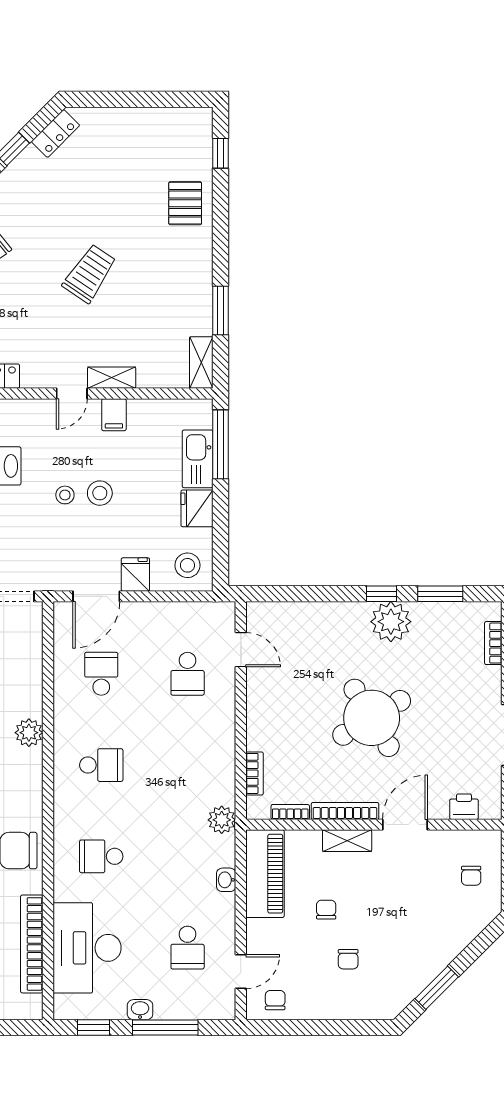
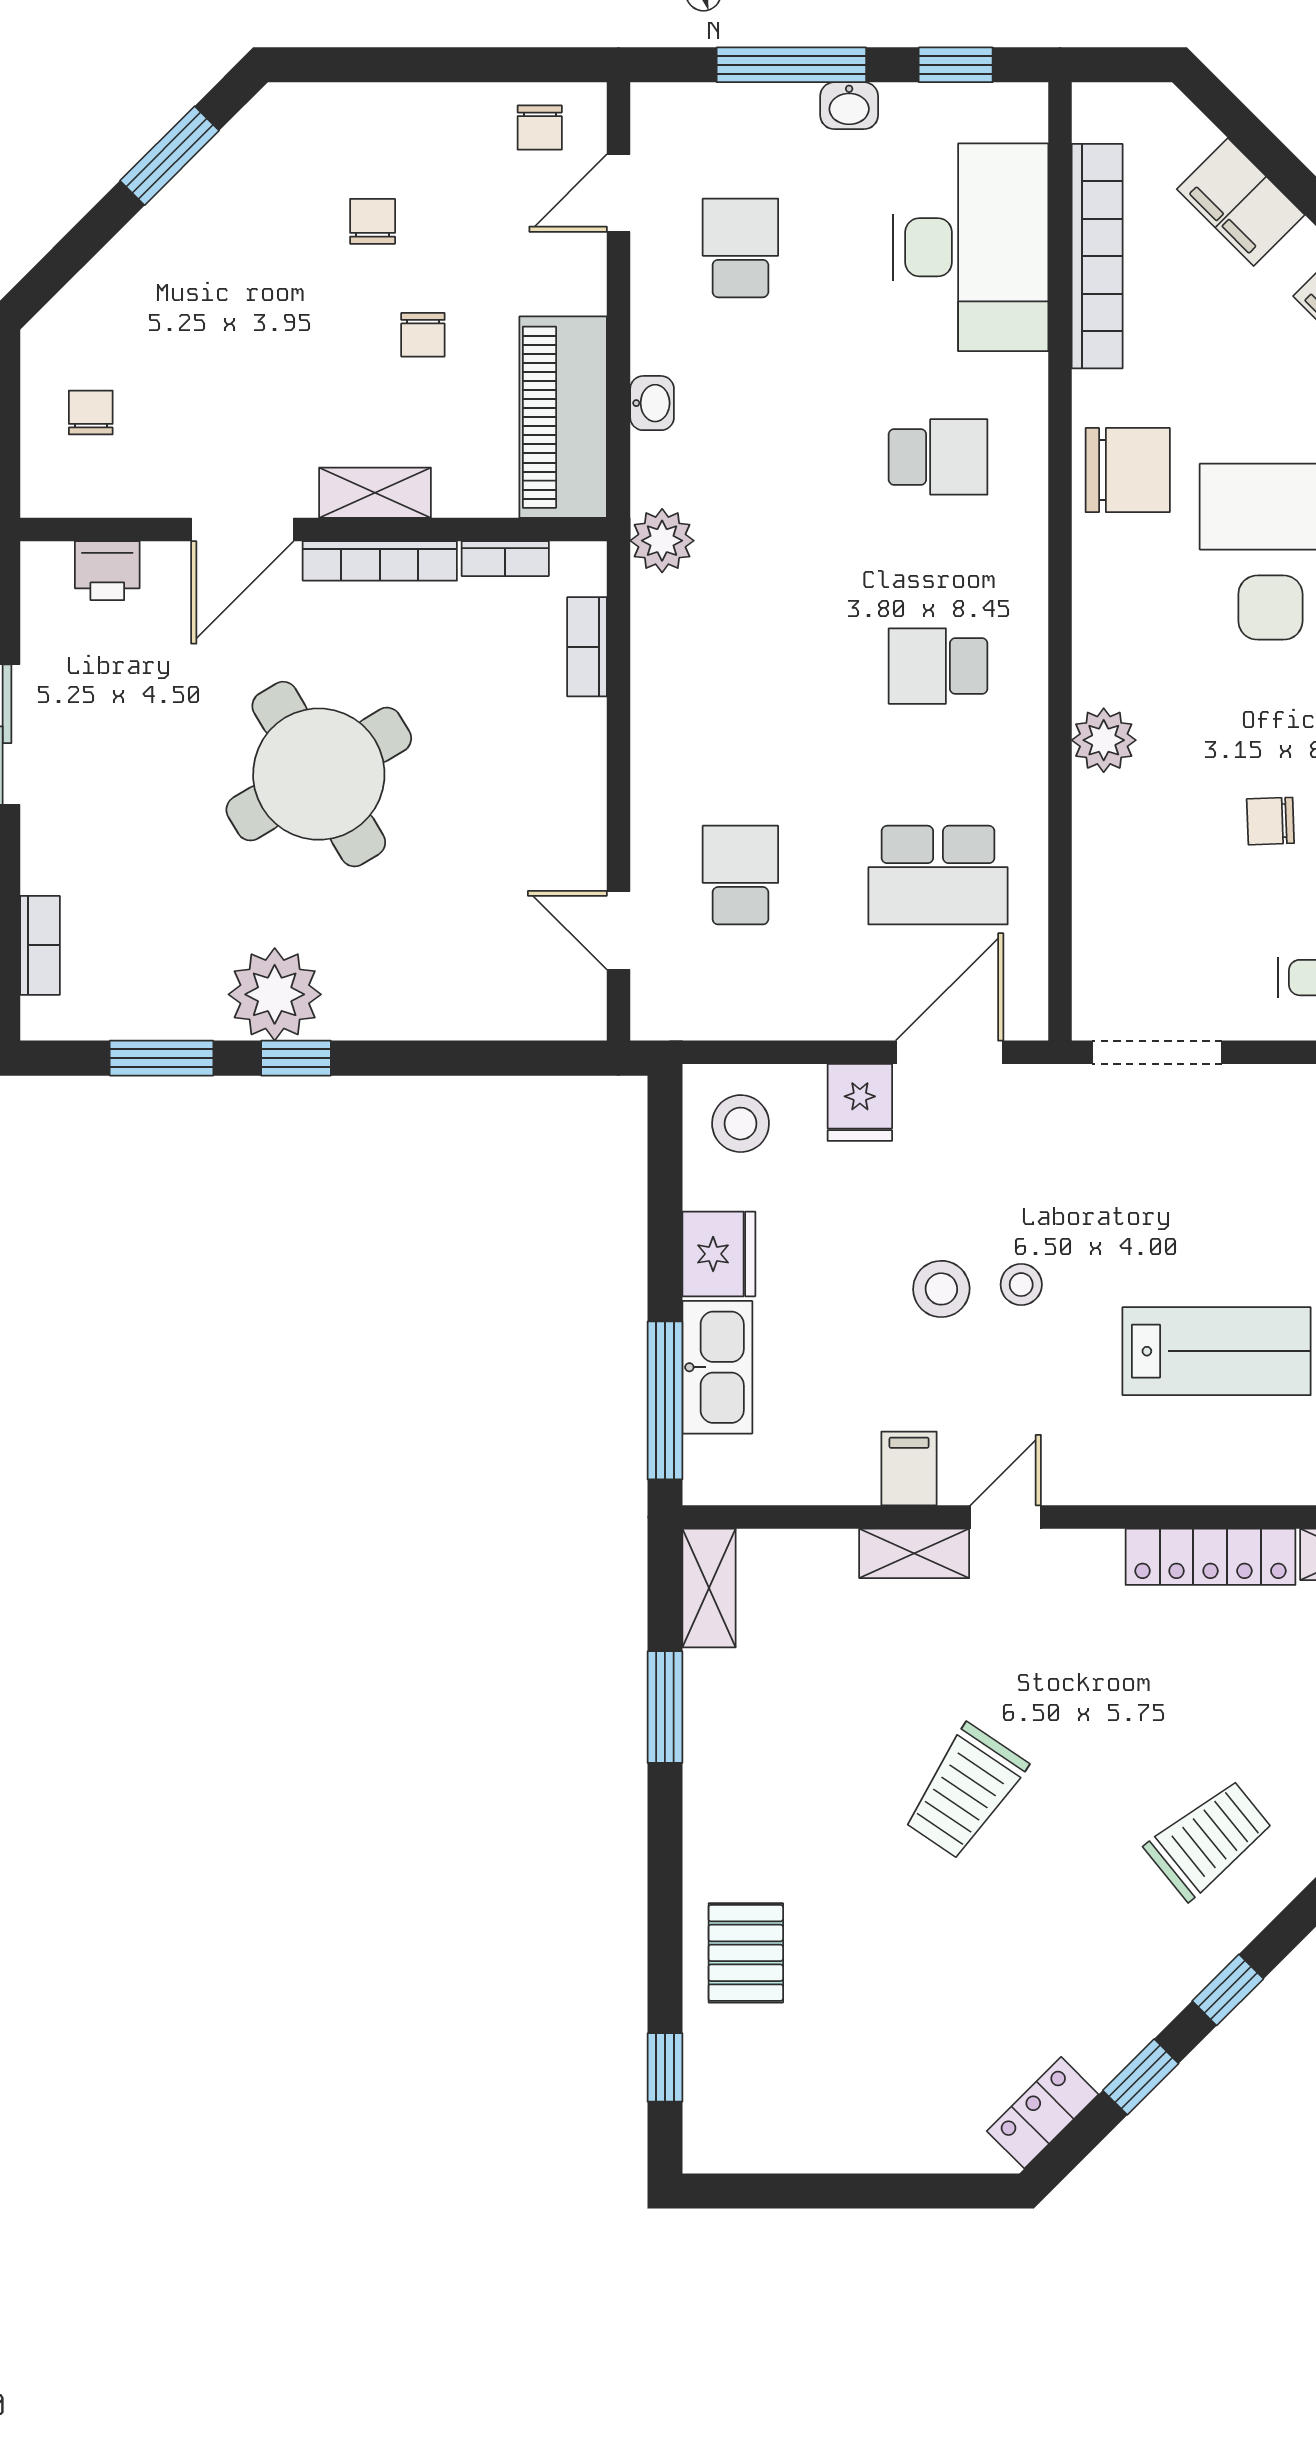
school desk: (101, 674) -> (938, 875), width x1.85

